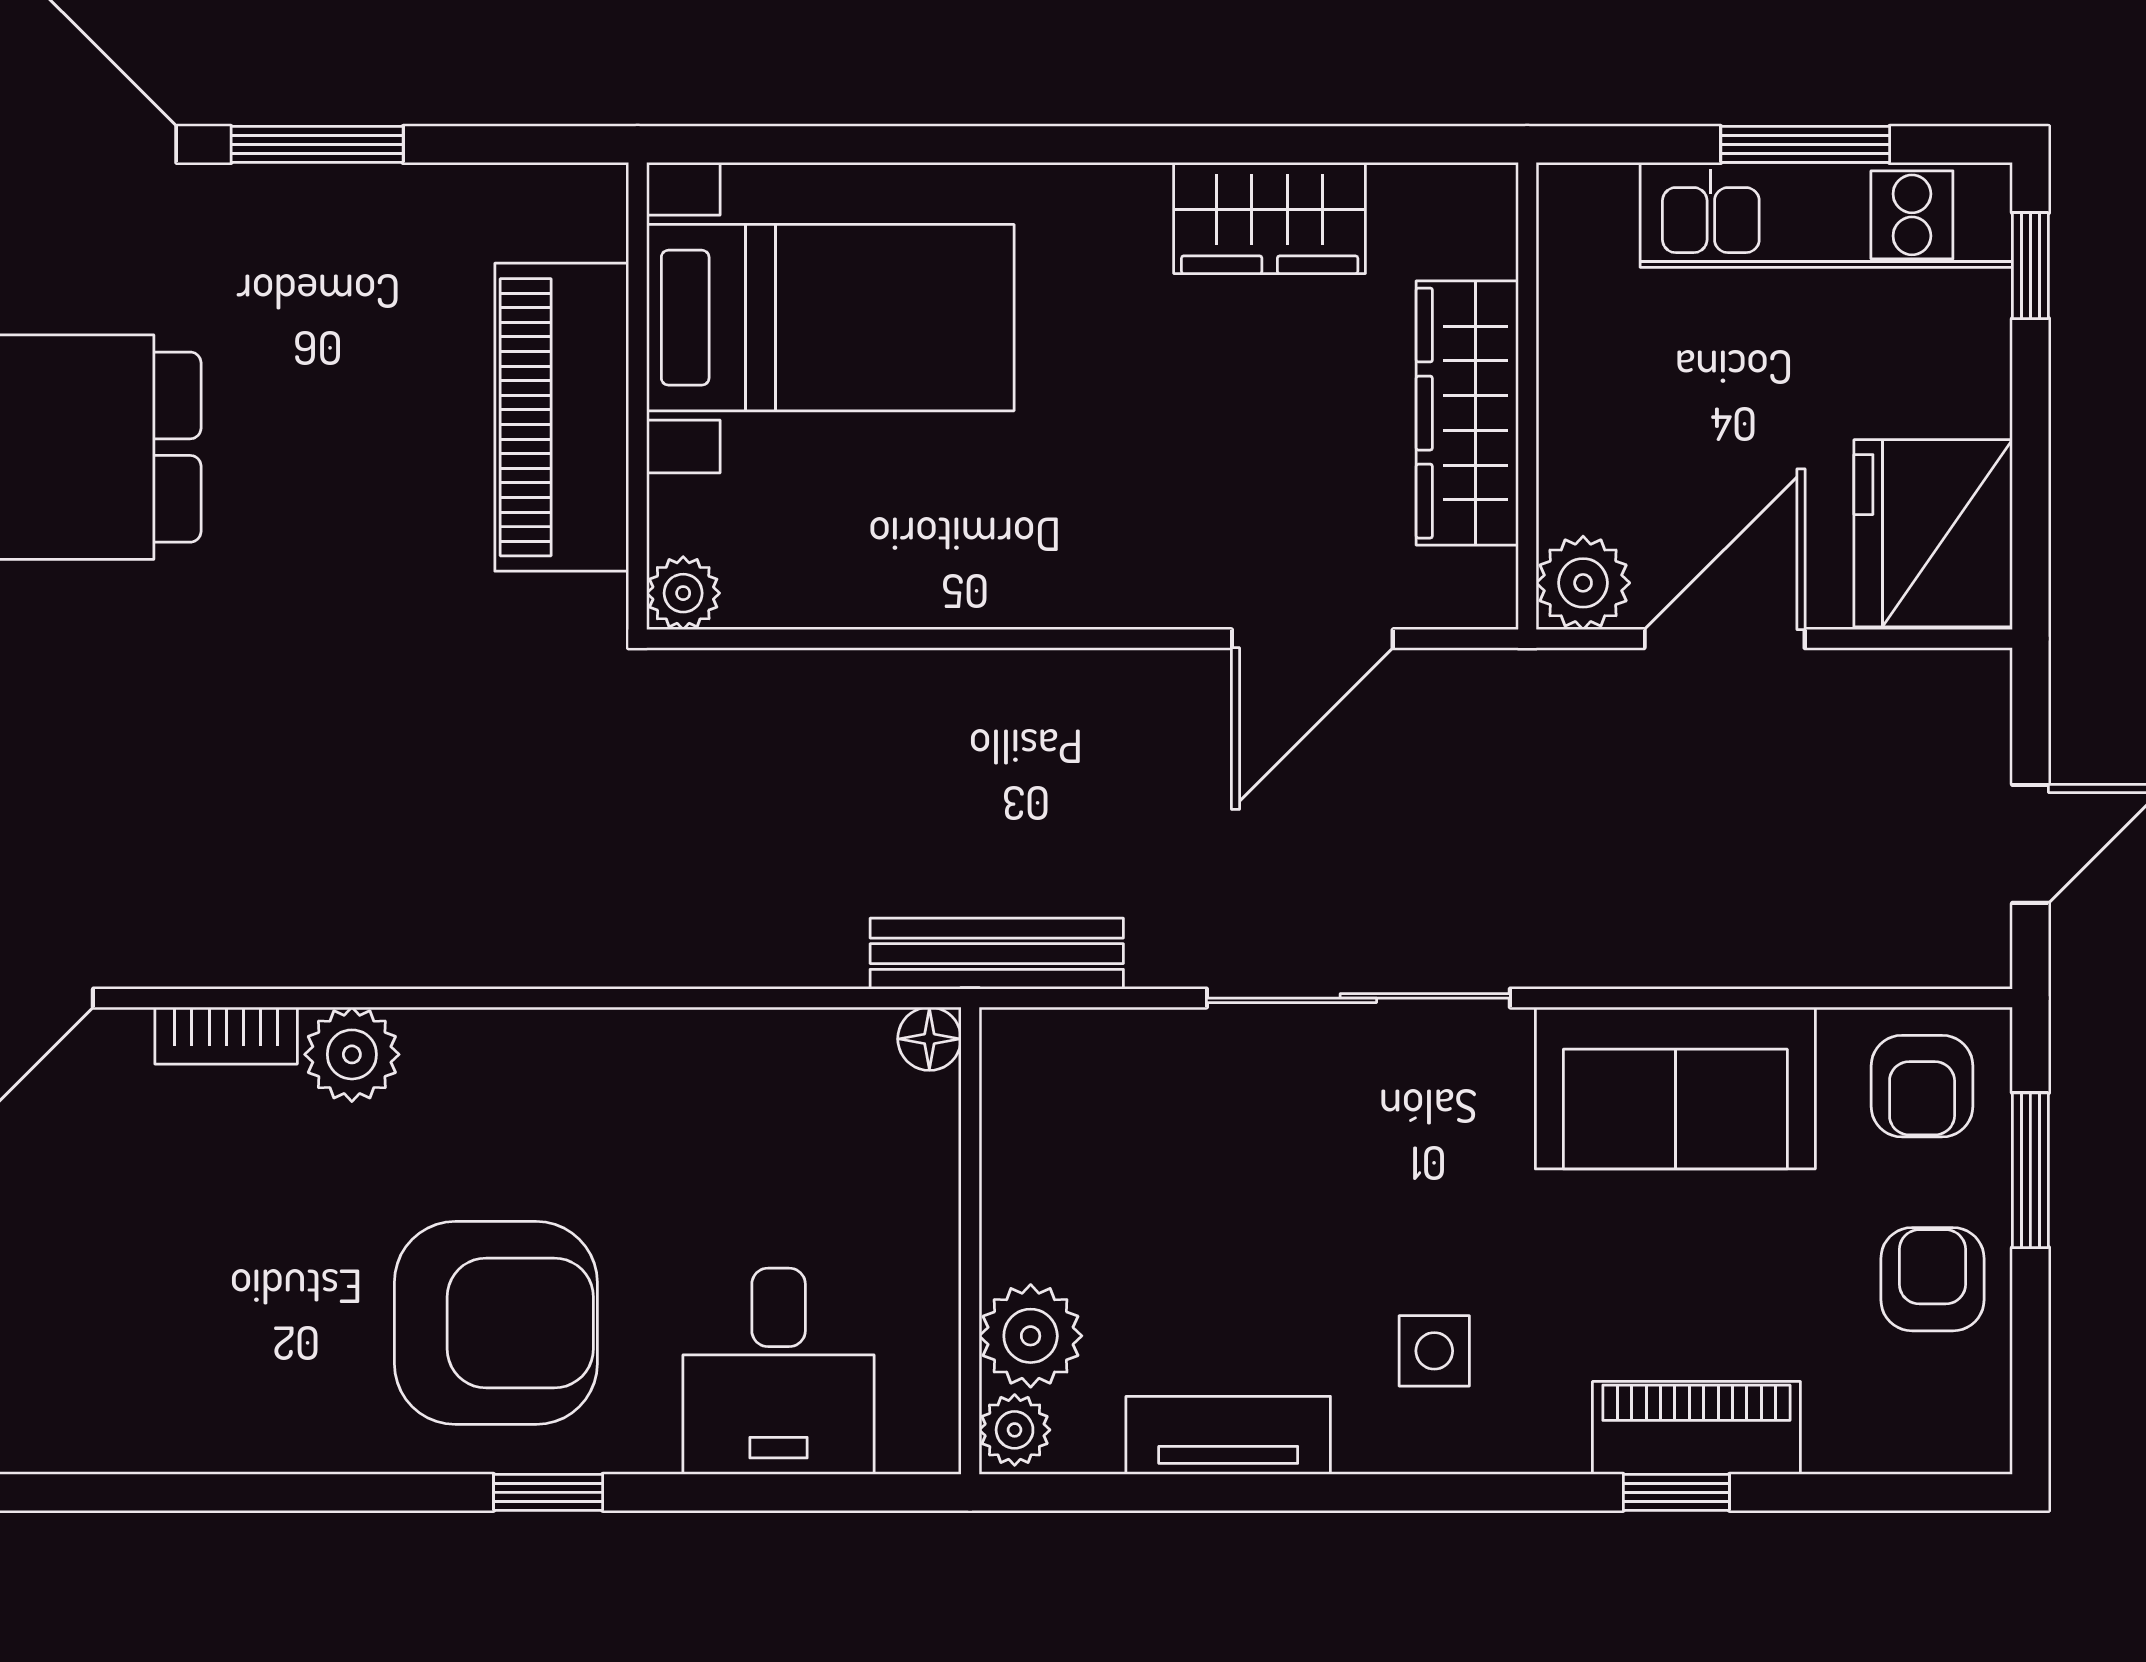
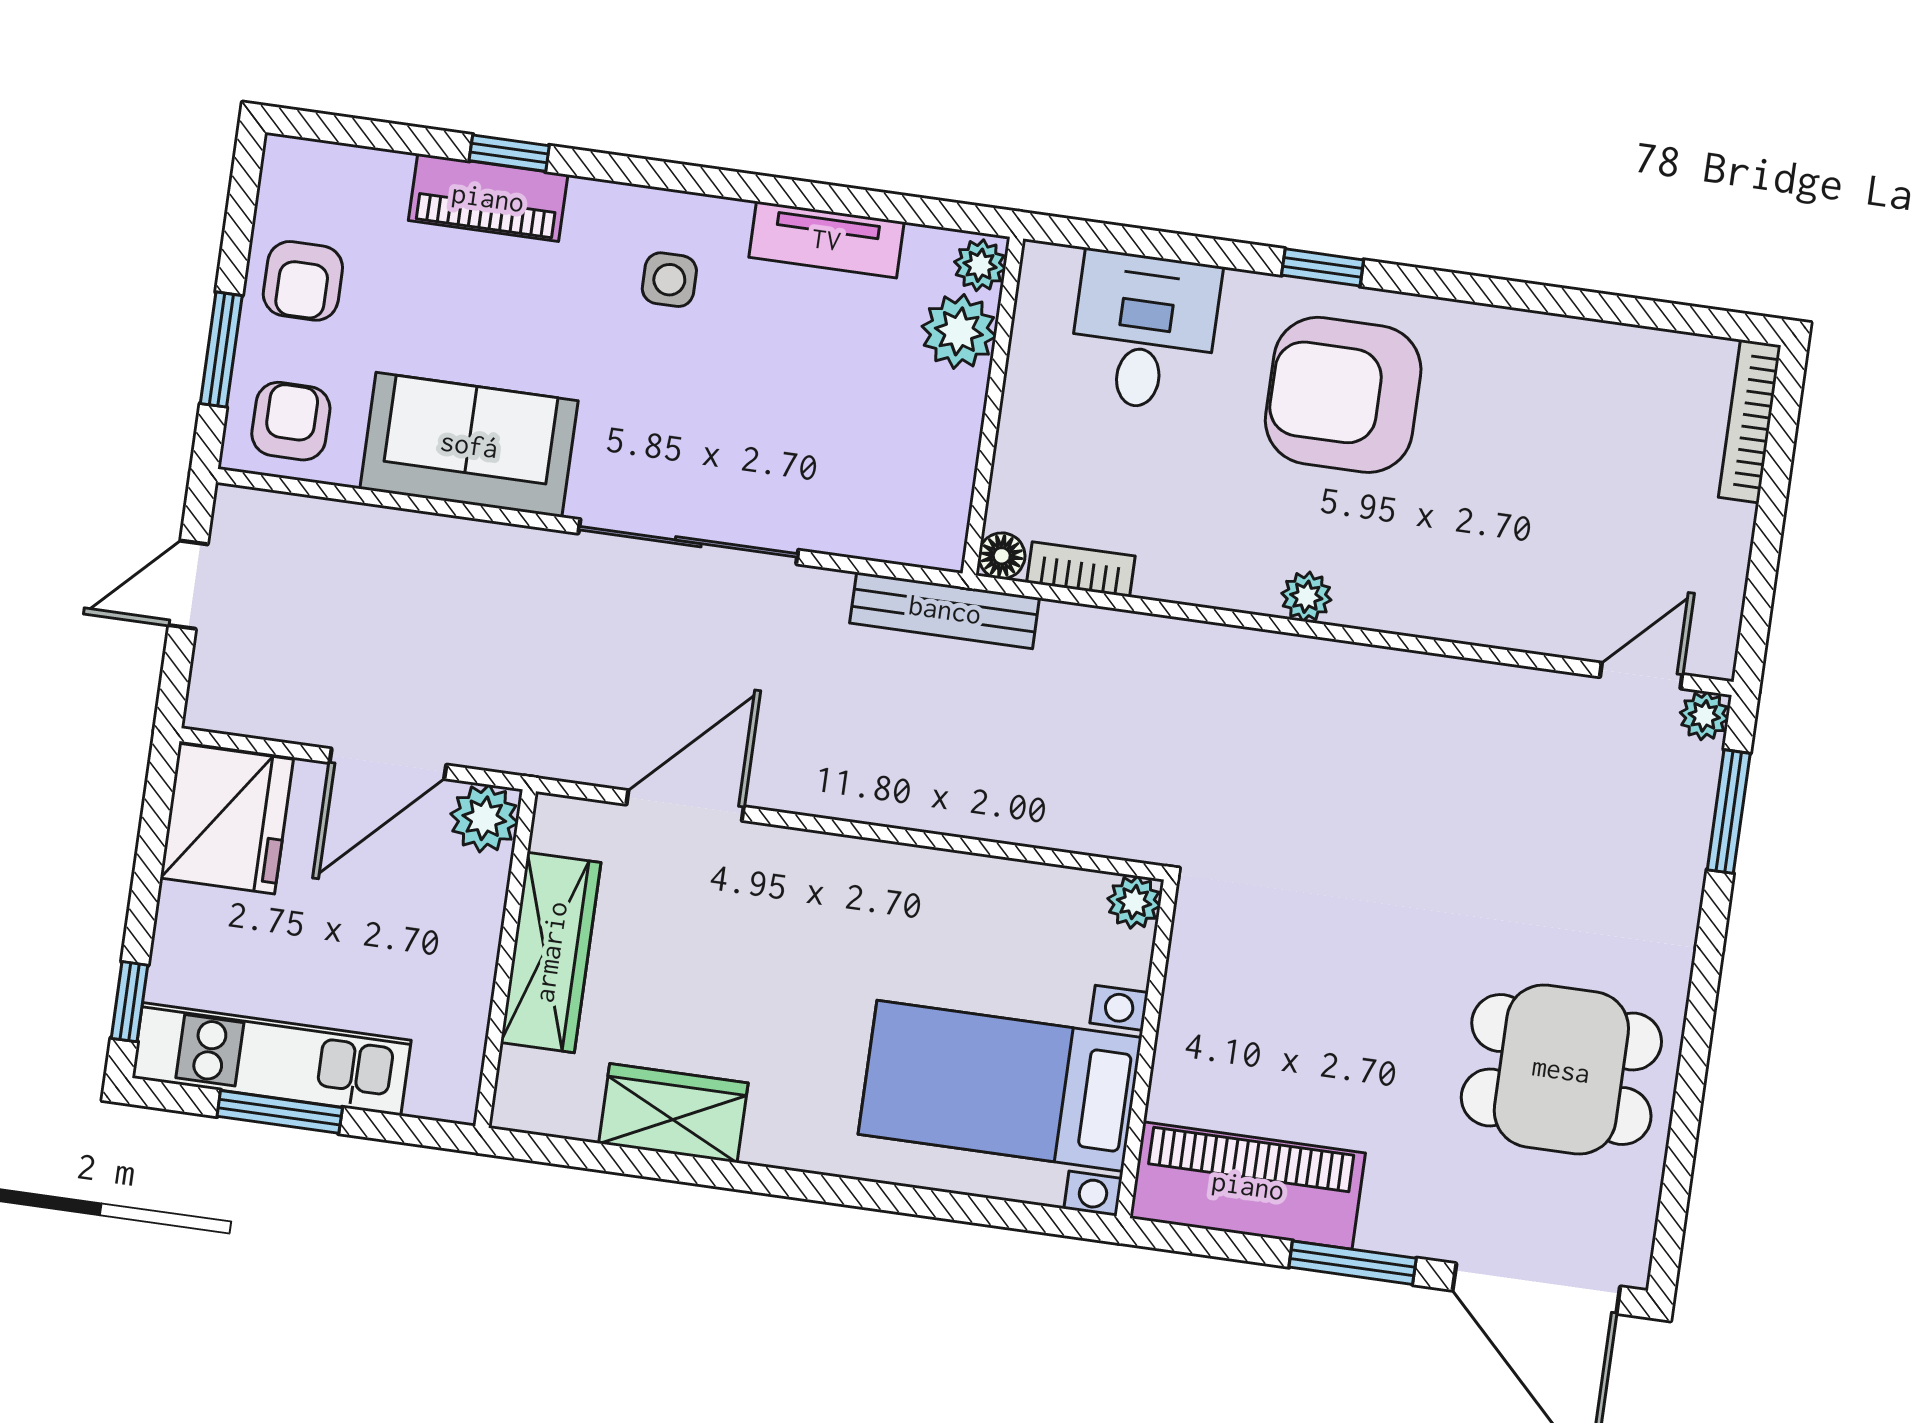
piano: (562, 417) -> (1248, 1186), moved, turned -90
bookcase: (226, 1036) -> (1081, 569), moved
plant: (352, 1054) -> (1306, 597), moved, width x0.73, depth x0.73

